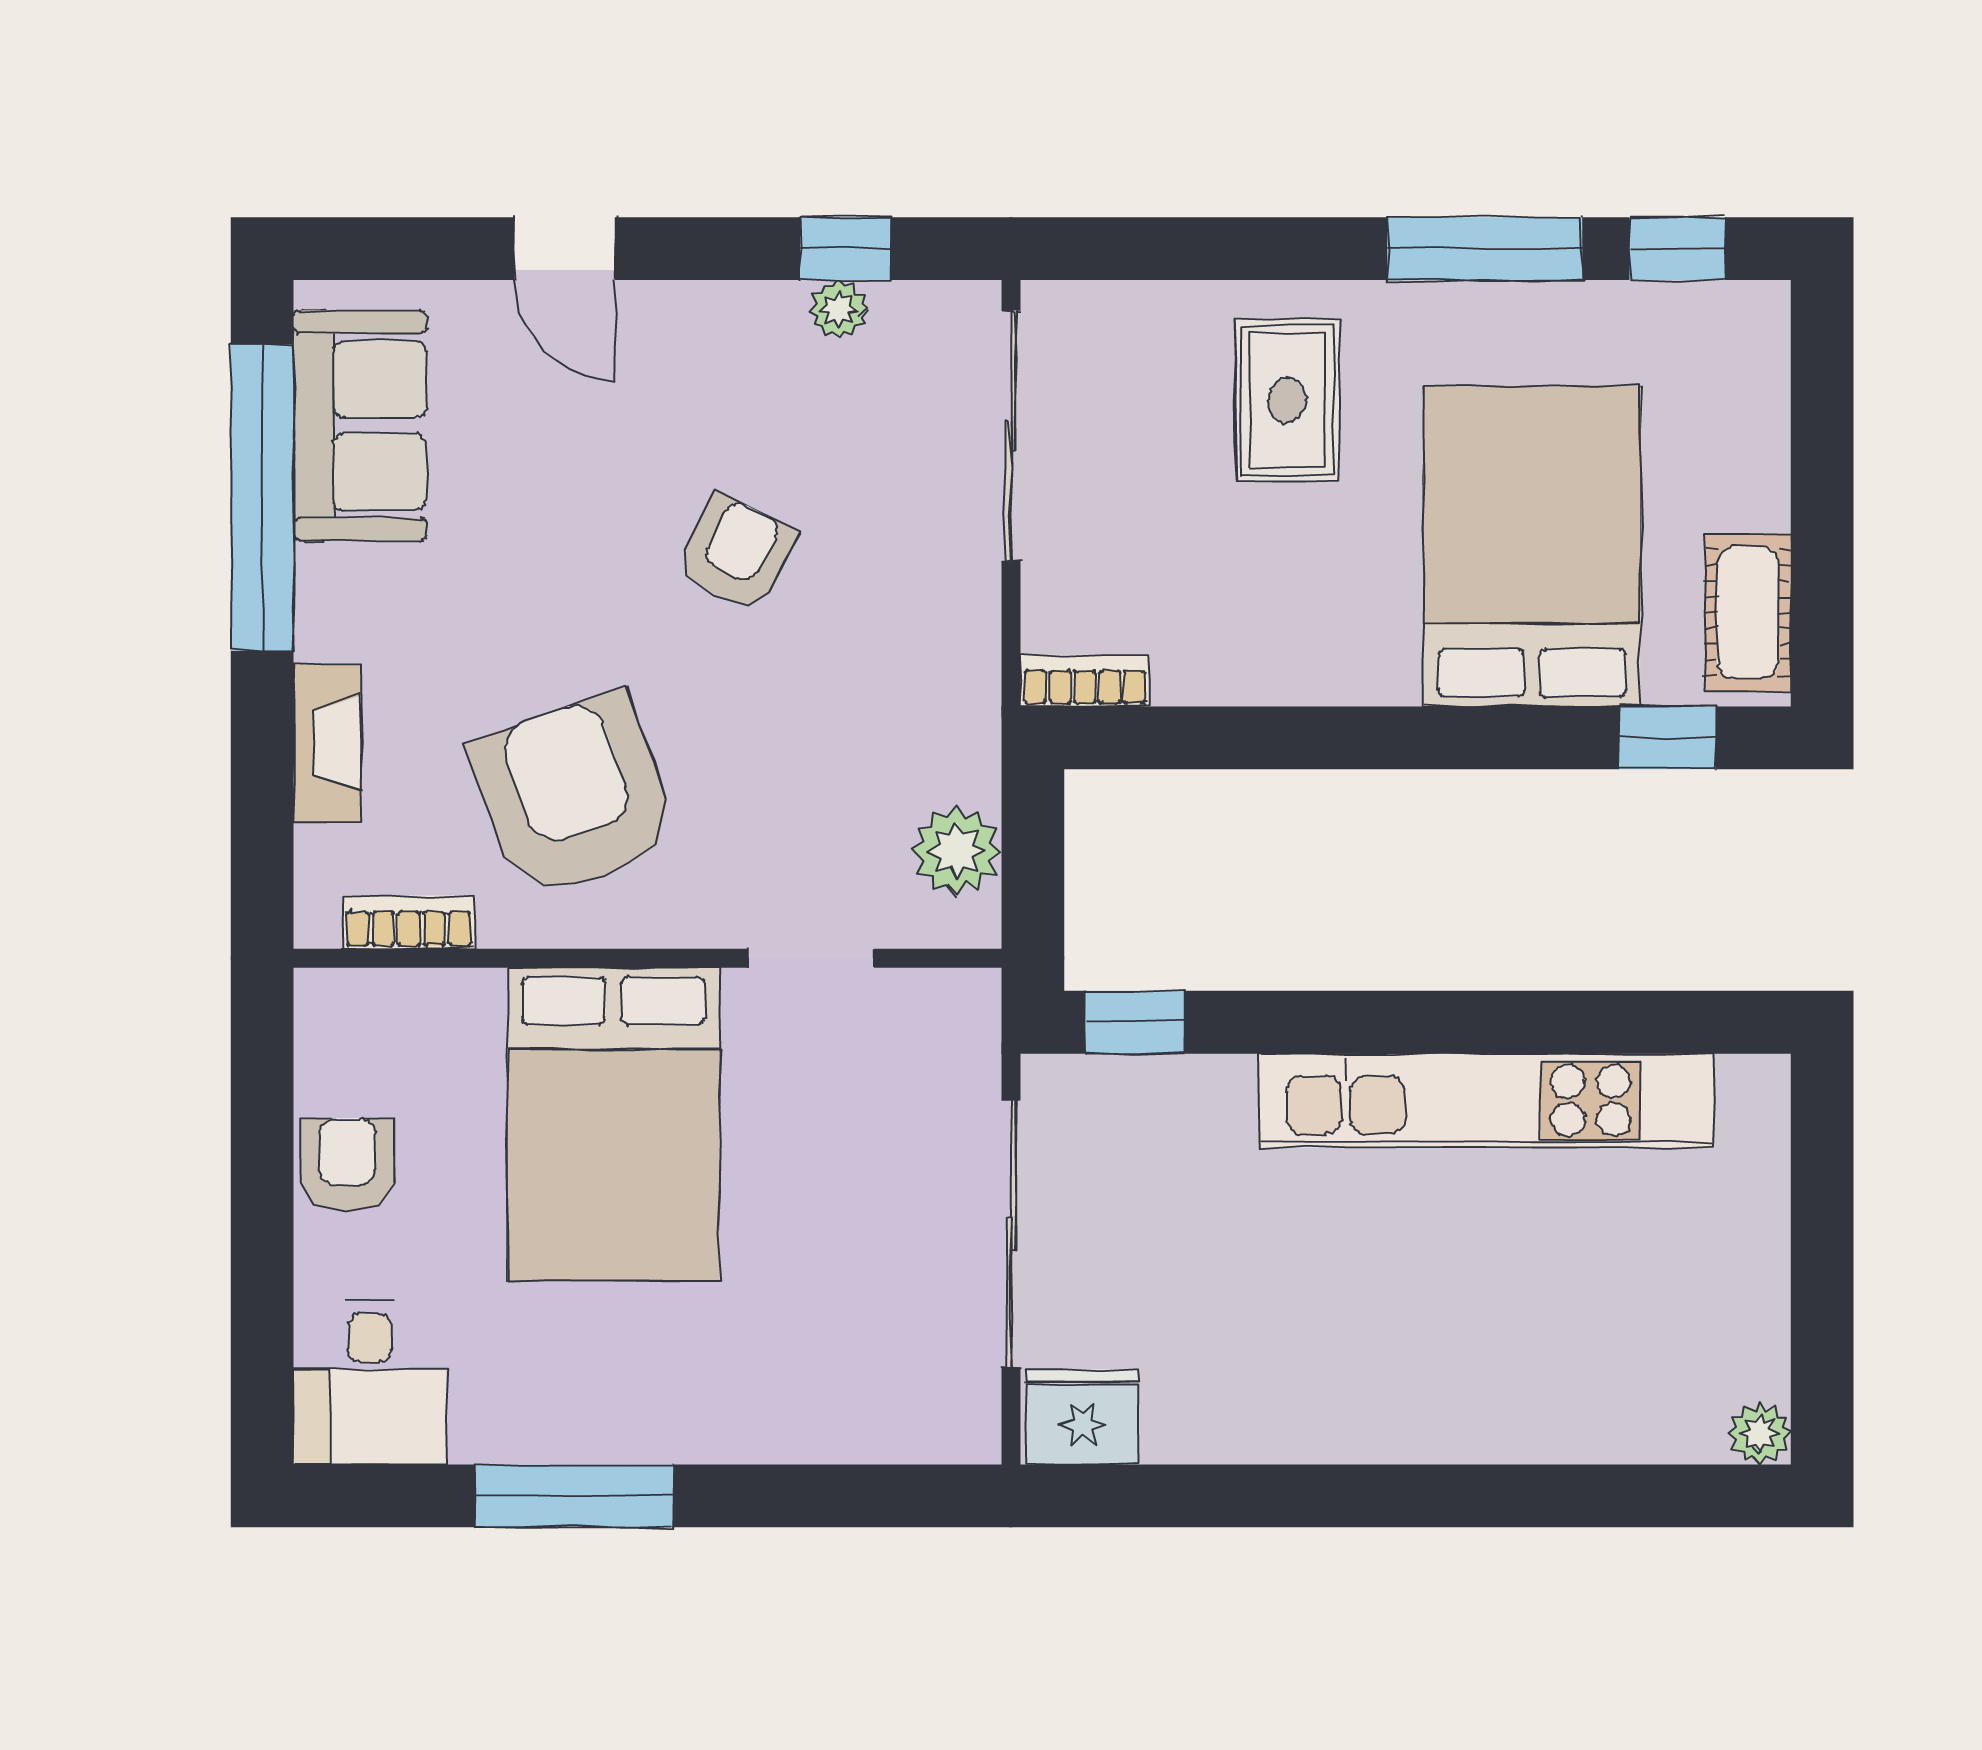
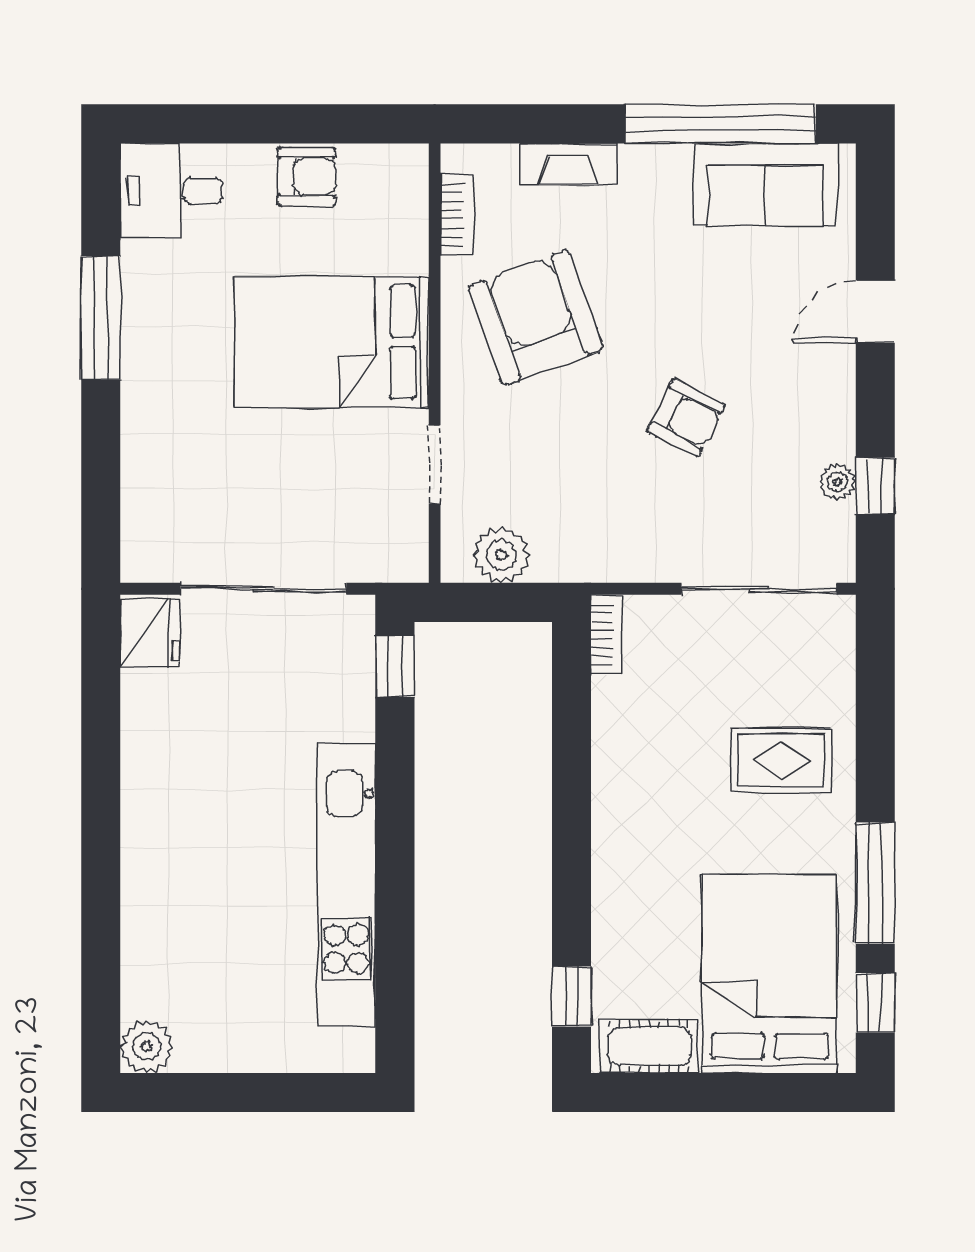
bed: (1532, 546) -> (769, 974), moved, turned -90
armchair: (574, 796) -> (536, 318), turned -90
plant: (1760, 1434) -> (147, 1047), width x1.38, depth x1.38

